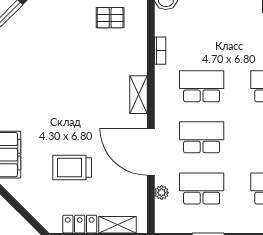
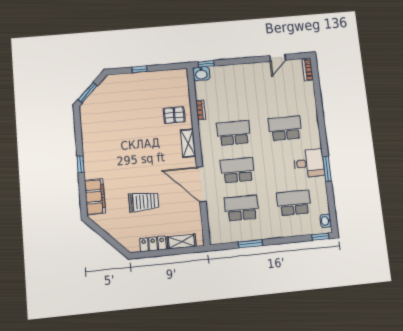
pallet: (110, 18) -> (174, 115), moved
trolley: (72, 168) -> (144, 202), turned 180
plant: (162, 193) -> (212, 214), removed

